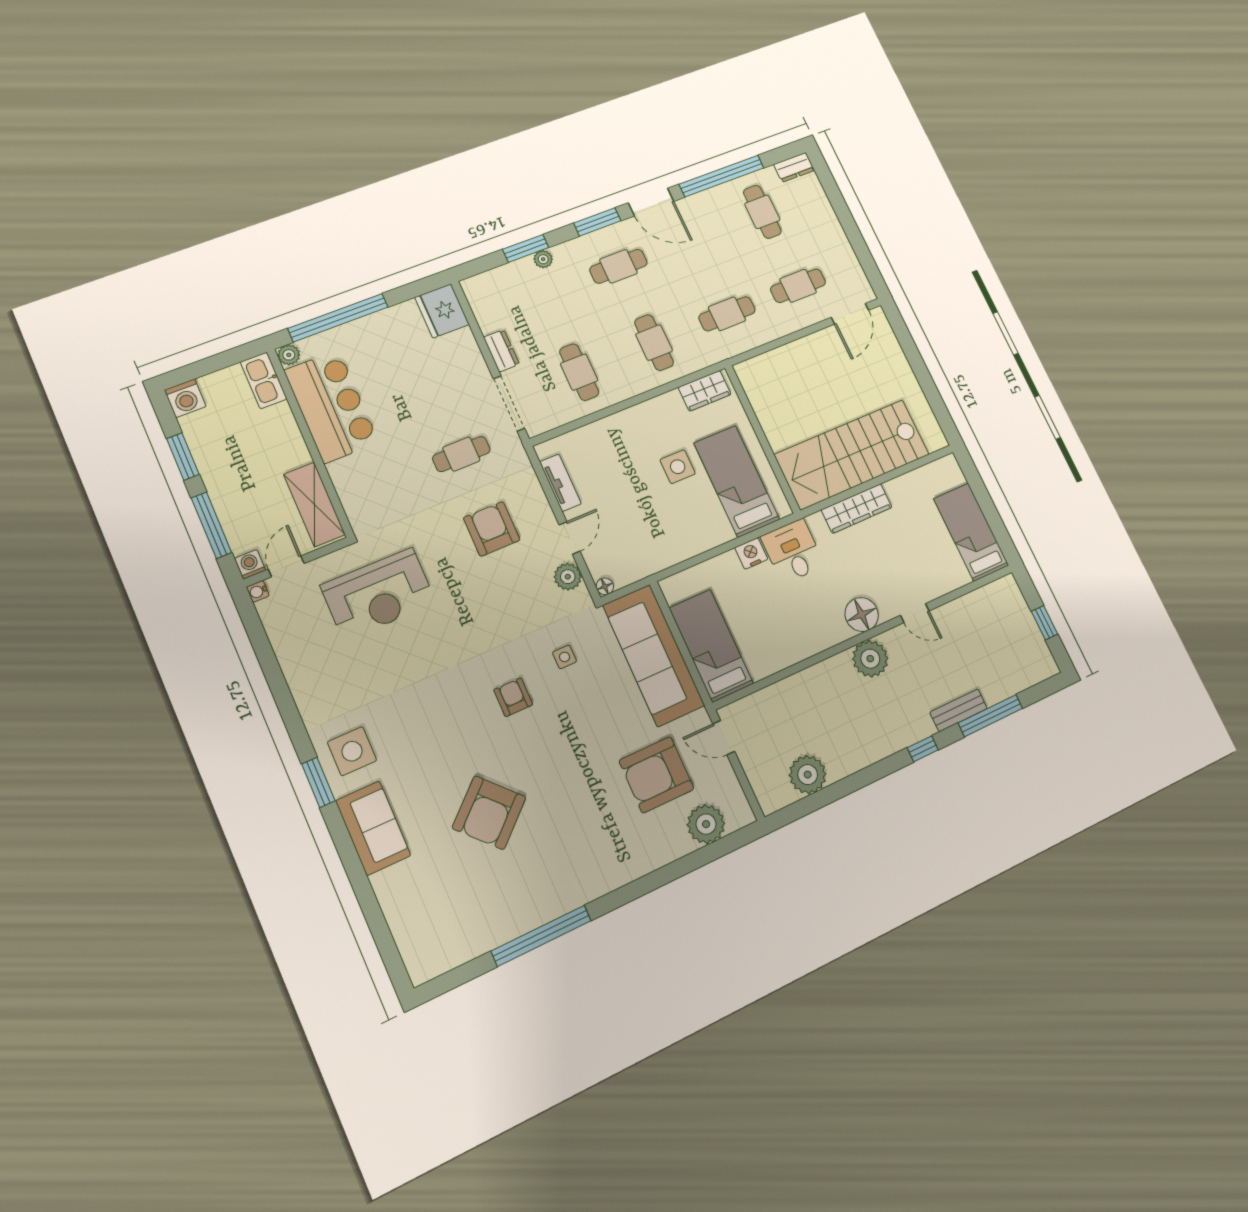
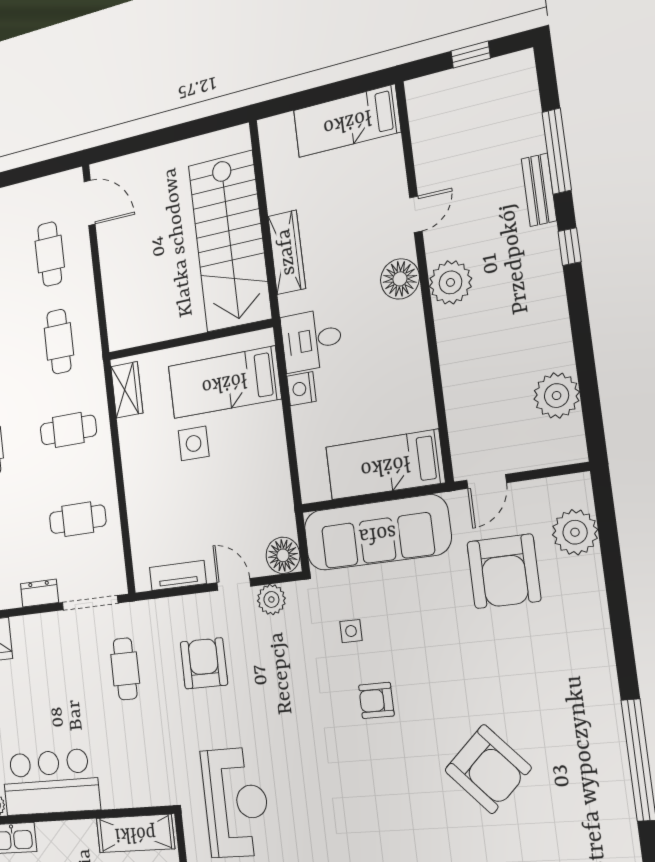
armchair: (492, 529) -> (204, 663), turned 90
floor lamp: (605, 586) -> (283, 555), width x1.89, depth x1.89

